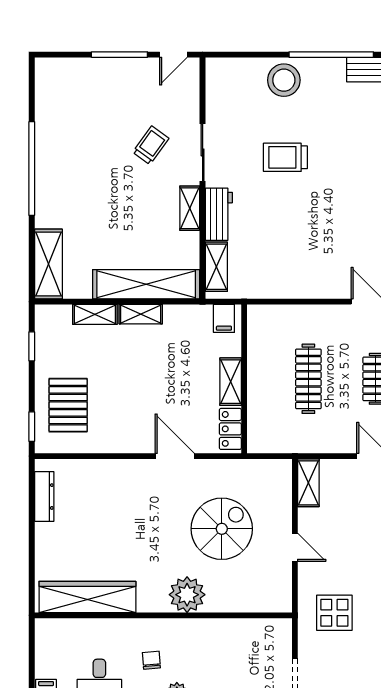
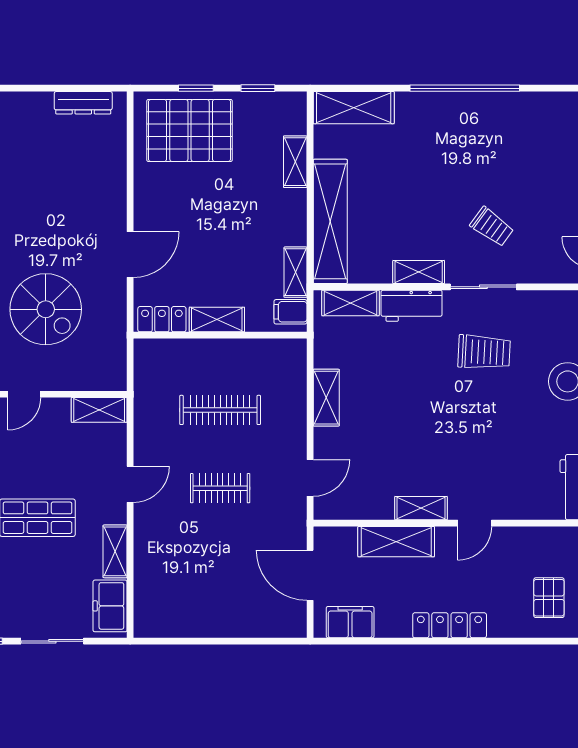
trolley: (285, 157) -> (484, 352), moved, turned 93
shelving: (298, 288) -> (326, 398), added
shelving: (141, 314) -> (295, 272), moved
pallet: (68, 405) -> (189, 130), width x1.37, depth x1.41
window: (32, 427) -> (196, 88), moved

